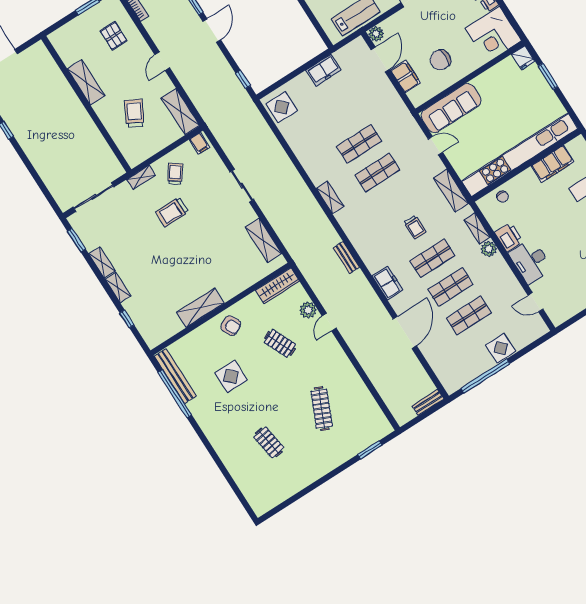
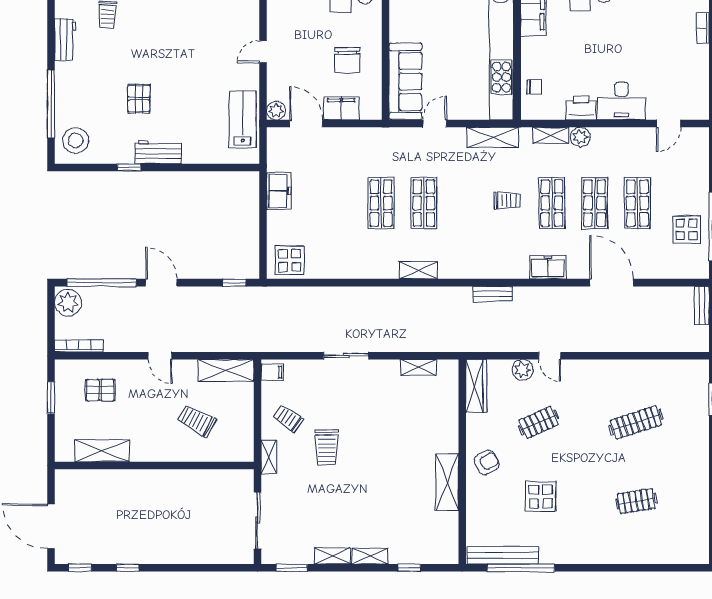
shelving: (86, 82) -> (102, 451), moved
shelving: (263, 240) -> (419, 367), width x0.67, depth x0.75
display table: (501, 348) -> (687, 229), moved
clothes rail: (322, 409) -> (636, 422), turned -42

